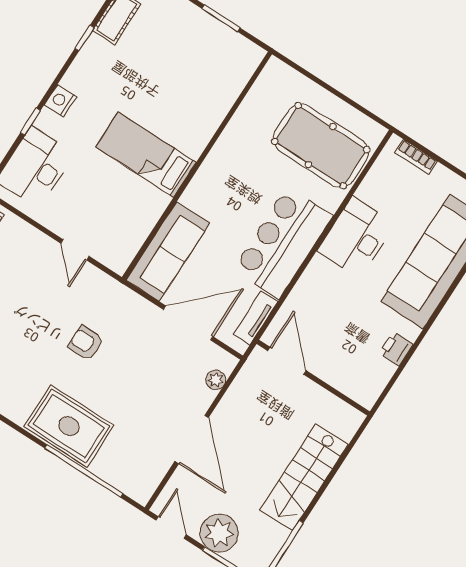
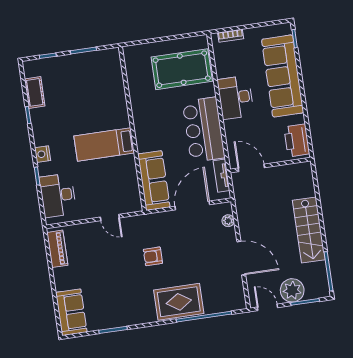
printer: (396, 349) -> (297, 140), width x1.87, depth x1.48
door: (287, 361) -> (251, 168), moved
wall: (313, 378) -> (270, 165), moved

